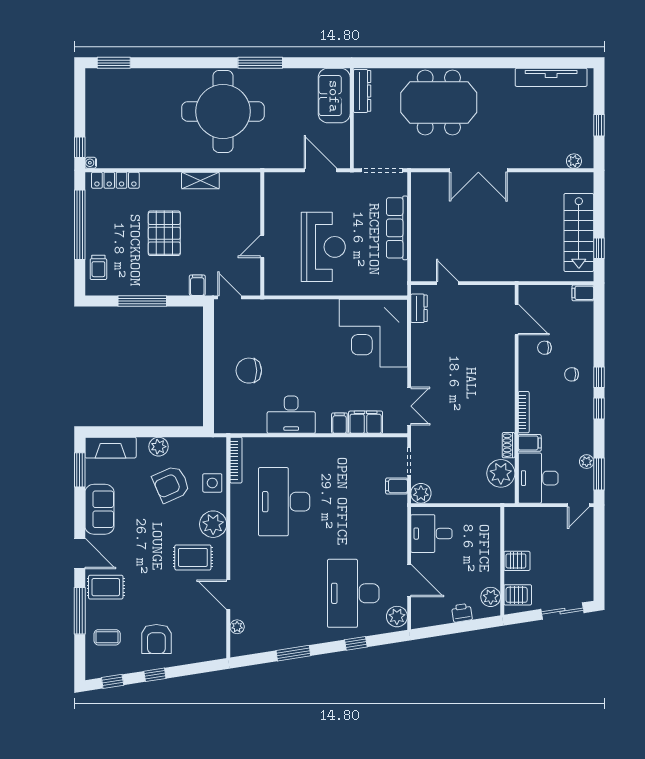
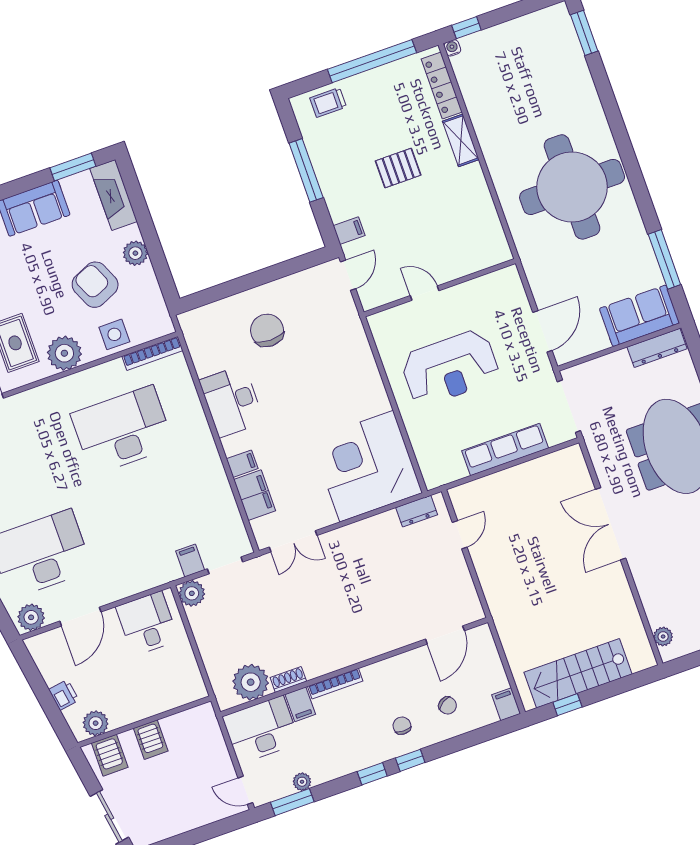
window: (260, 63) -> (664, 259), moved
shelving: (200, 180) -> (461, 140), moved
pallet: (164, 233) -> (398, 168), width x0.67, depth x0.71
chair: (544, 348) -> (448, 705), moved, turned 148

